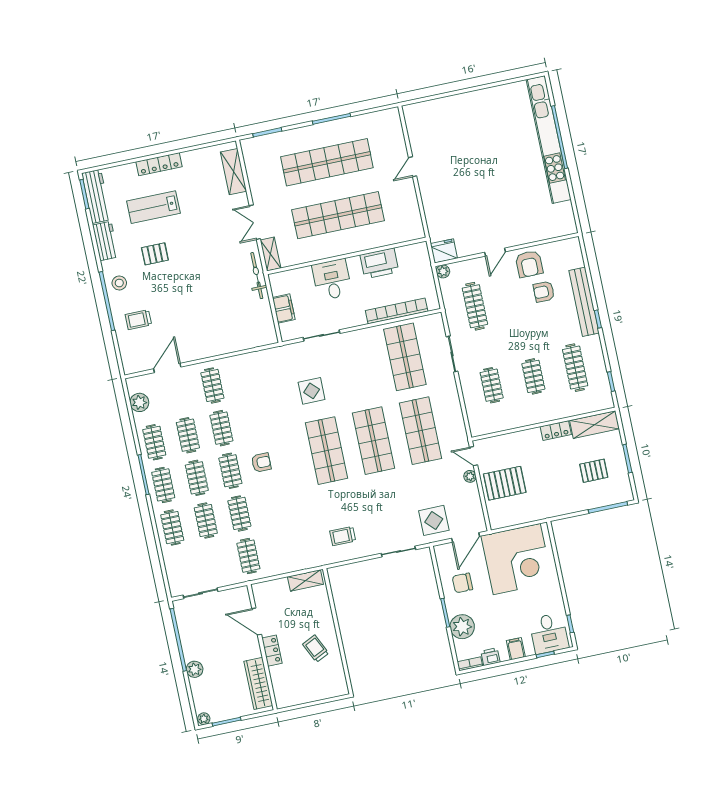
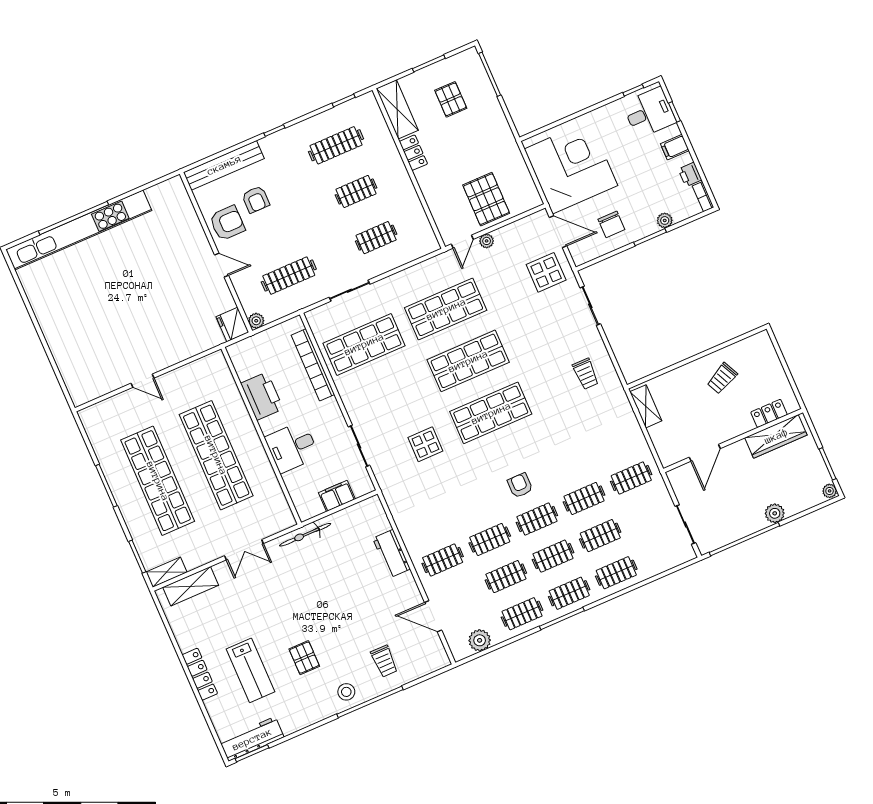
workbench: (106, 241) -> (392, 554), moved, turned -90
shelving: (271, 254) -> (166, 572), moved
bench: (584, 302) -> (224, 165), moved
plant: (462, 627) -> (665, 220), width x0.53, depth x0.53
locker: (272, 651) -> (769, 413), moved

